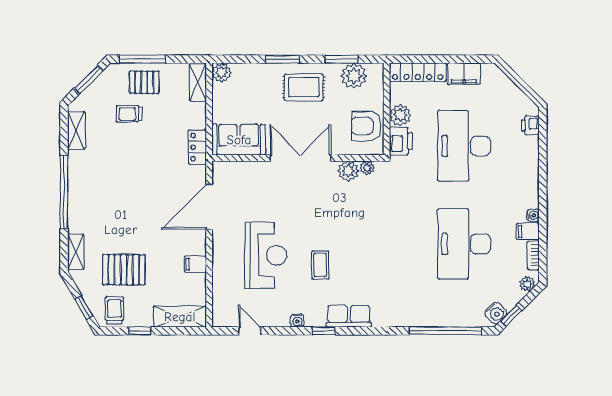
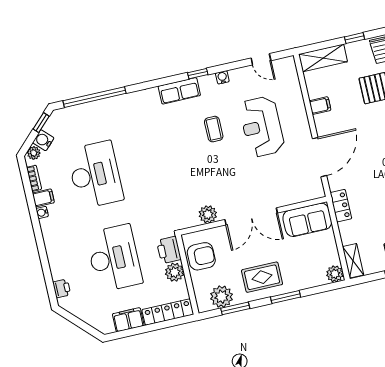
plant: (367, 168) -> (192, 221), removed
water cooler: (496, 313) -> (43, 140), moved

